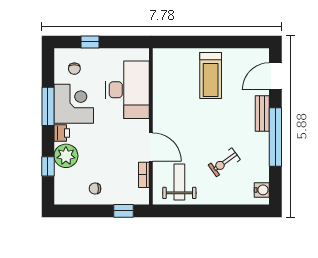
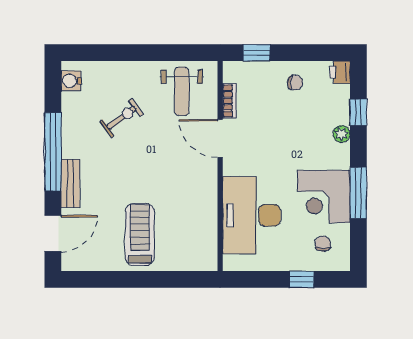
printer: (62, 133) -> (340, 72), moved
plant: (66, 156) -> (342, 134), width x0.53, depth x0.53

